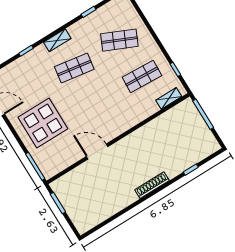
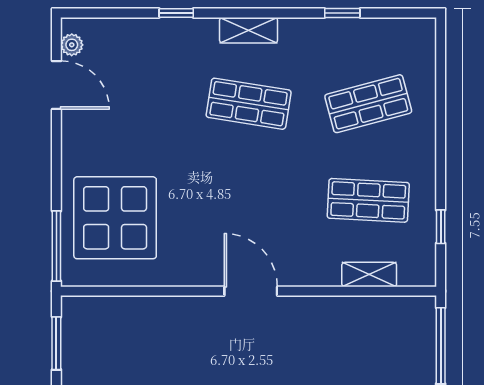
shop shelf: (119, 40) -> (368, 104), turned -39
shelving: (169, 98) -> (369, 275), moved
display table: (43, 123) -> (115, 218), moved
door: (97, 151) -> (251, 291), moved

